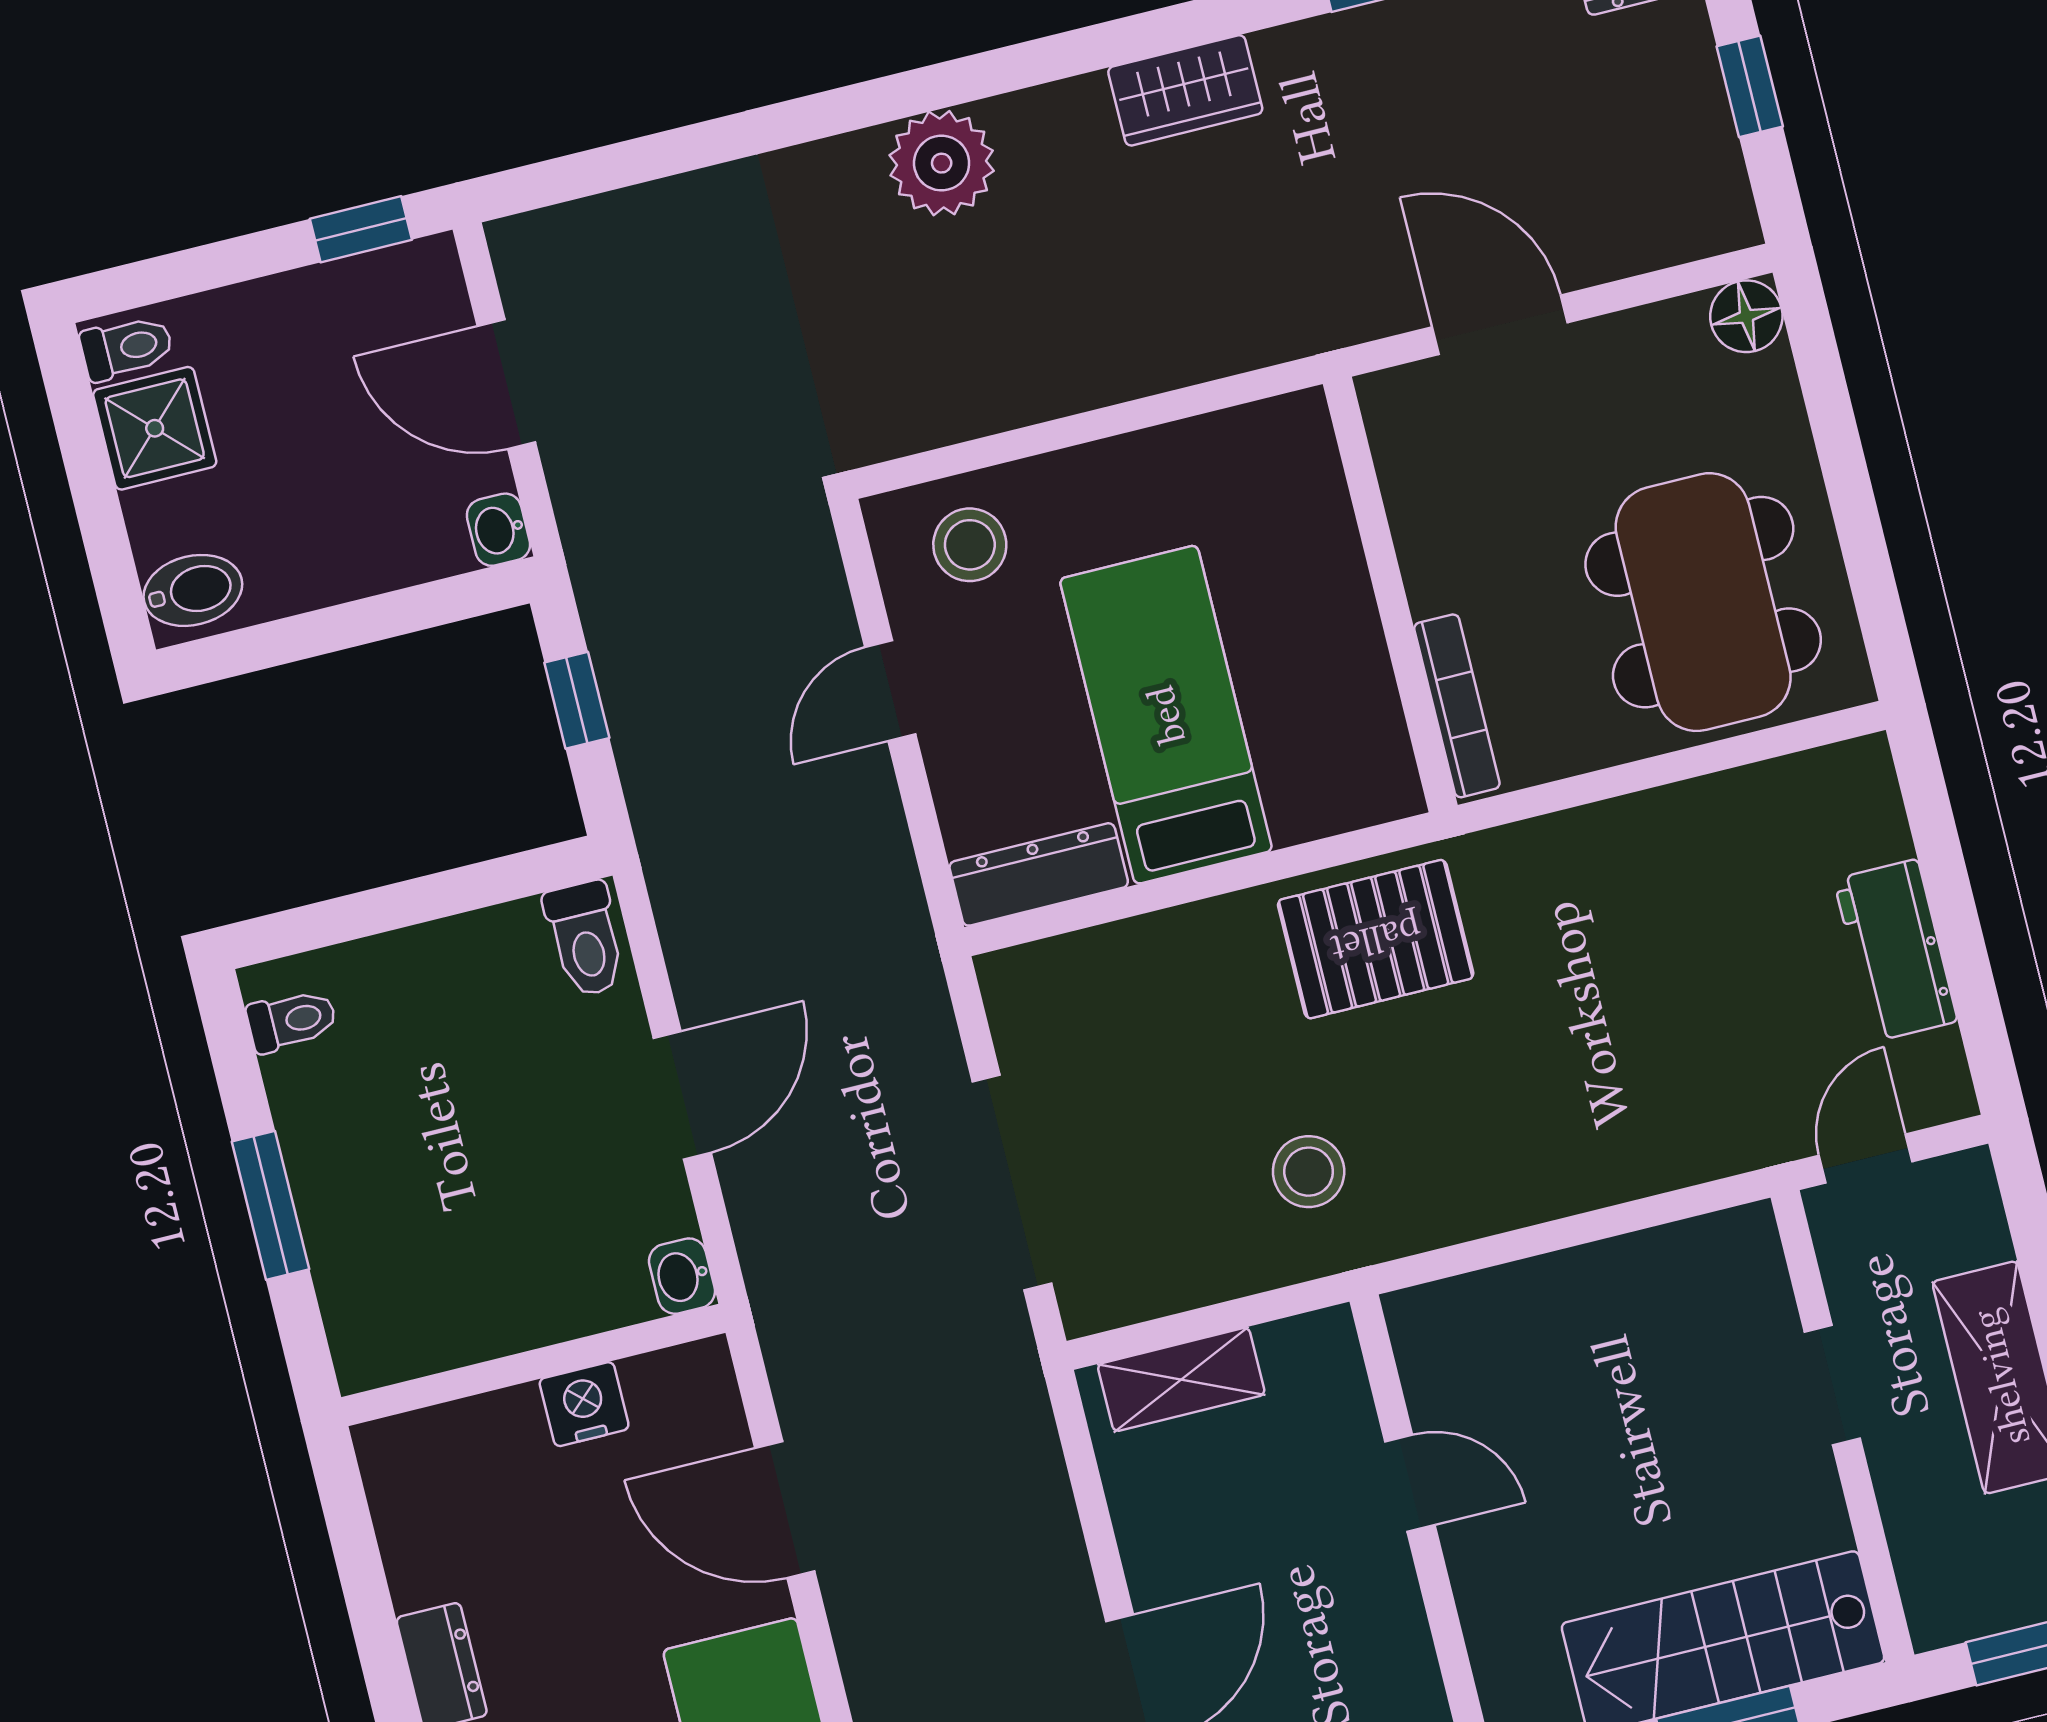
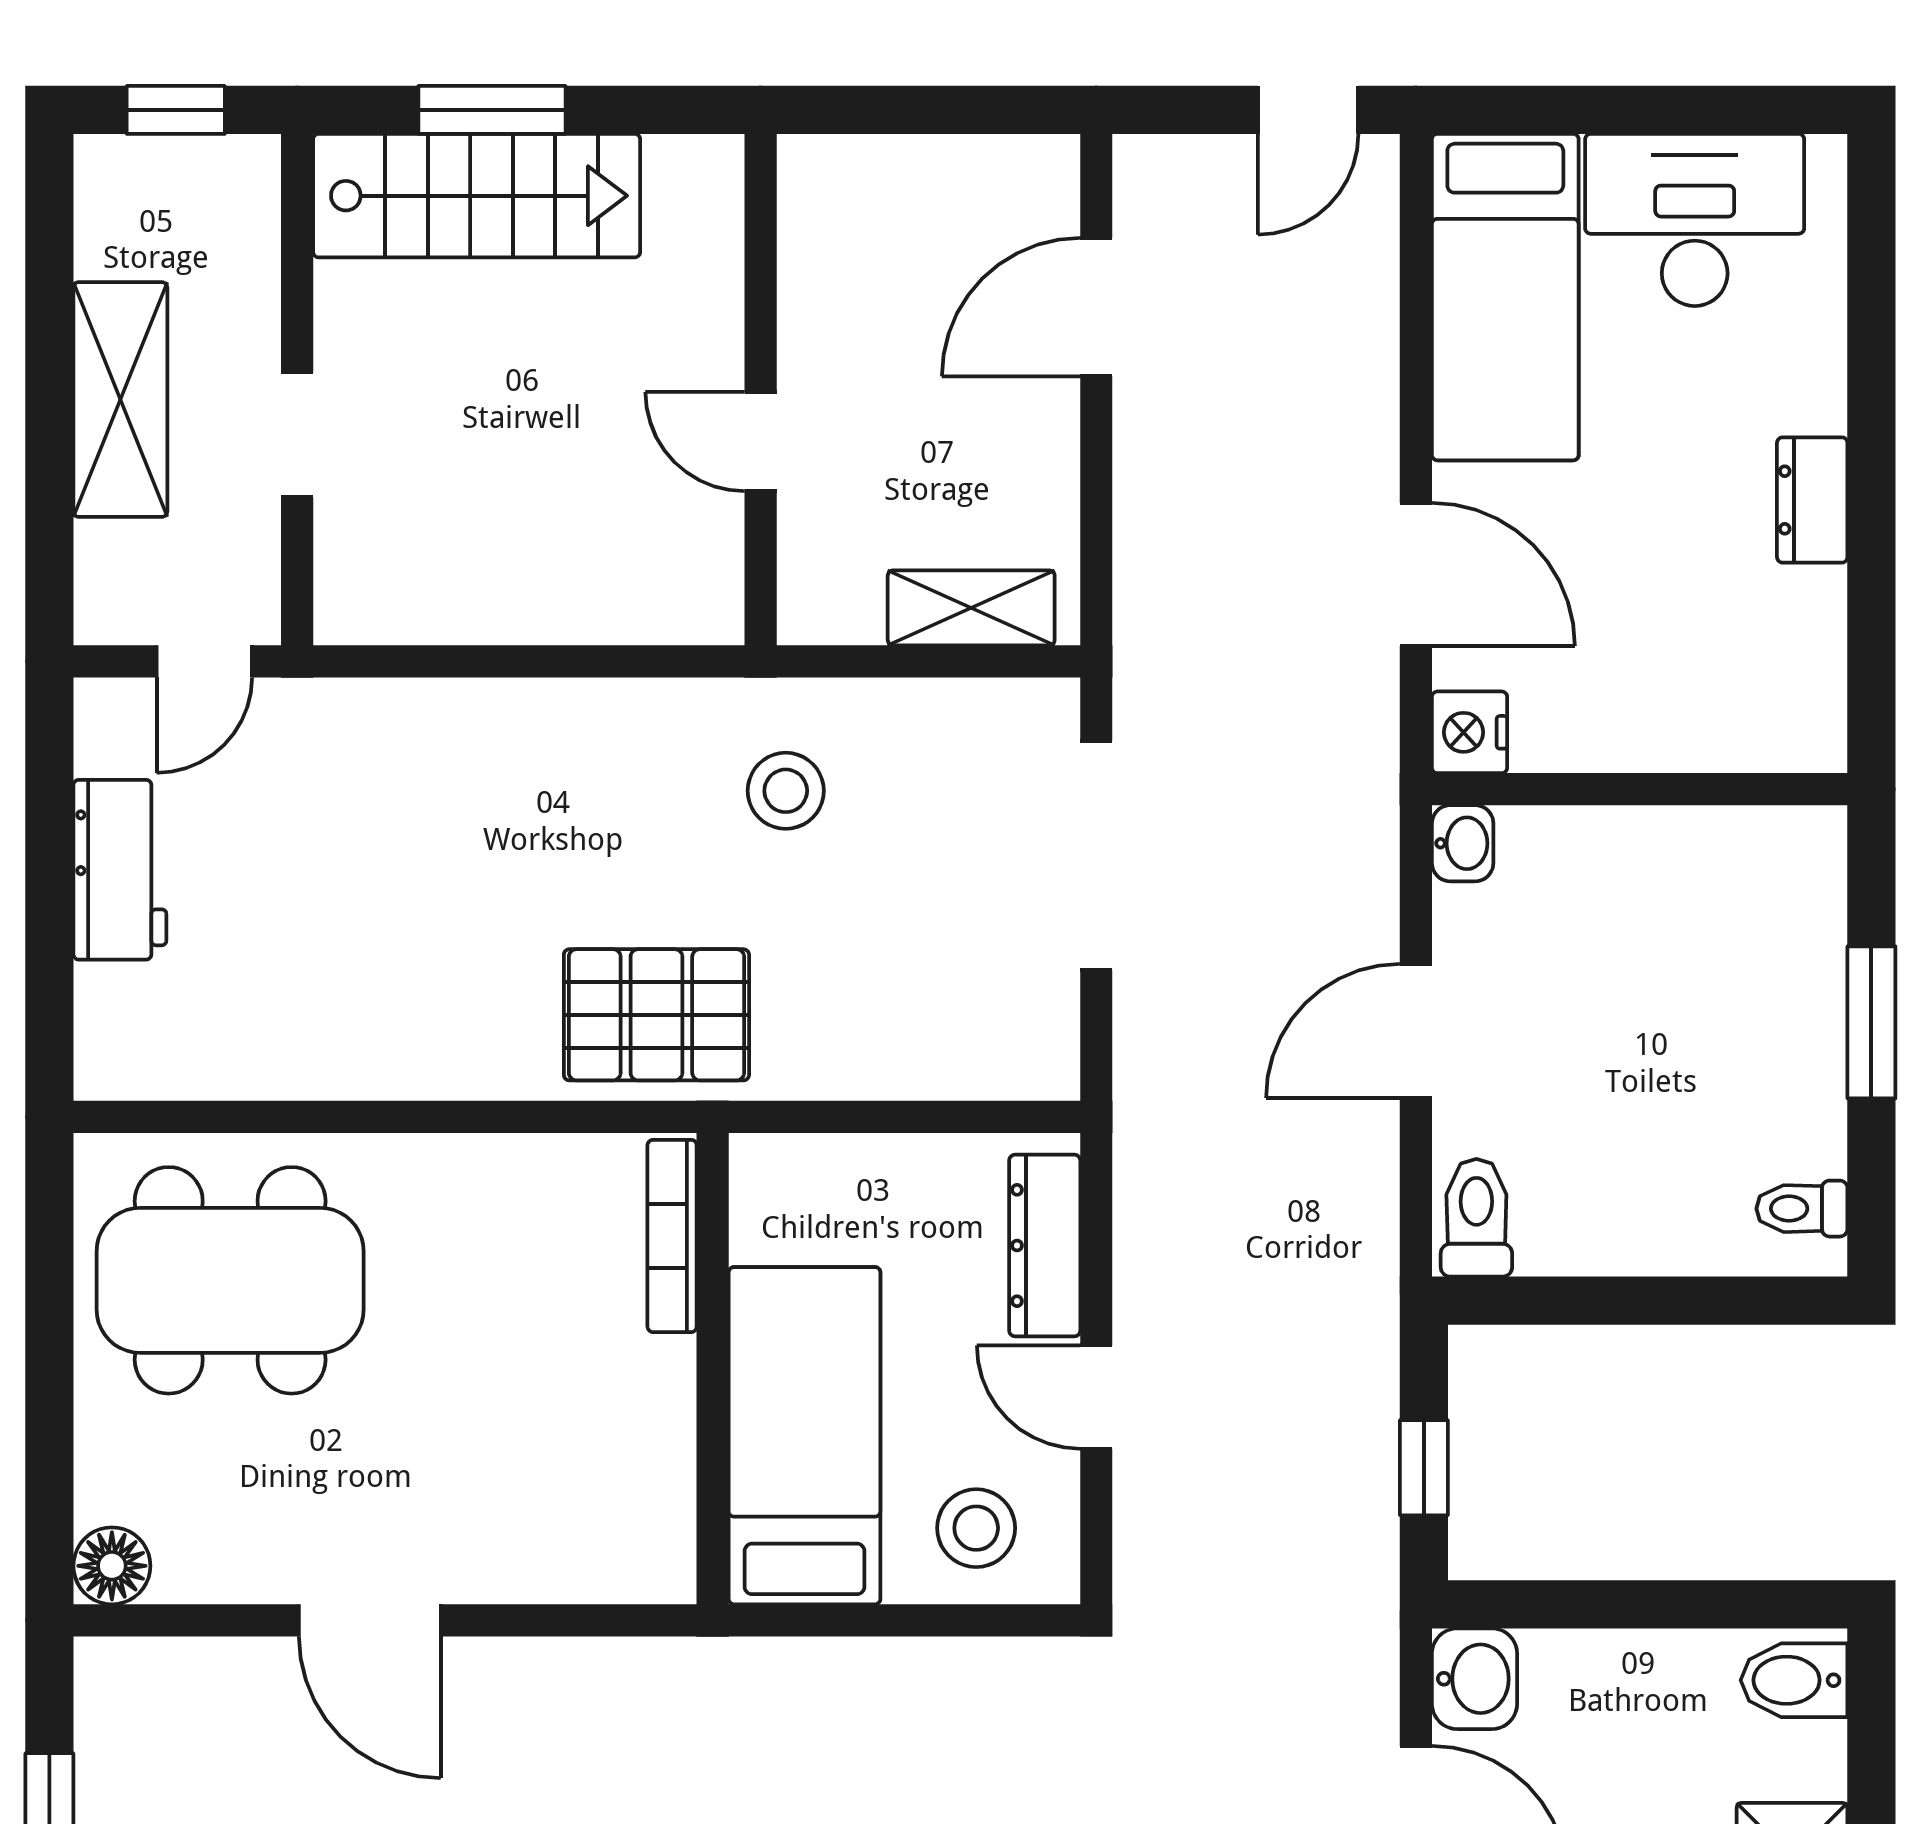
washbasin: (498, 530) -> (1475, 1679), width x1.38, depth x1.45
wall: (1390, 595) -> (713, 1369), moved
dining table: (1703, 602) -> (230, 1280), turned 90
door: (890, 691) -> (1096, 1397), swing flipped
bookcase: (1457, 706) -> (672, 1236), moved
bed: (1166, 715) -> (805, 1436), moved, turned 180
dresser: (1039, 874) -> (1045, 1246), moved, turned 90
nightstand: (584, 1404) -> (1470, 732), moved, turned 90

